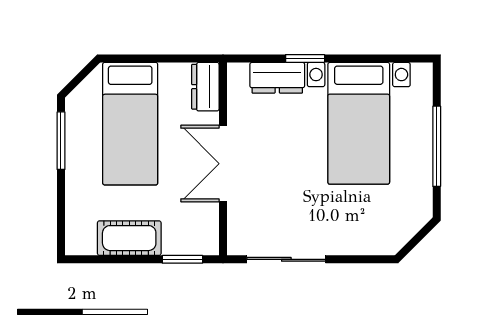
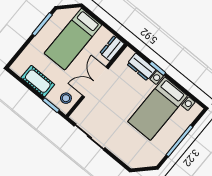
stool: (197, 228) -> (66, 98), added

